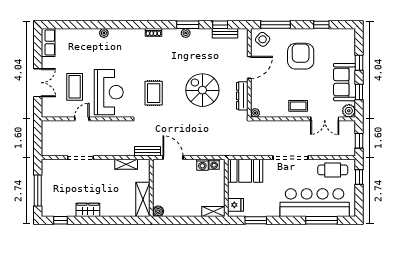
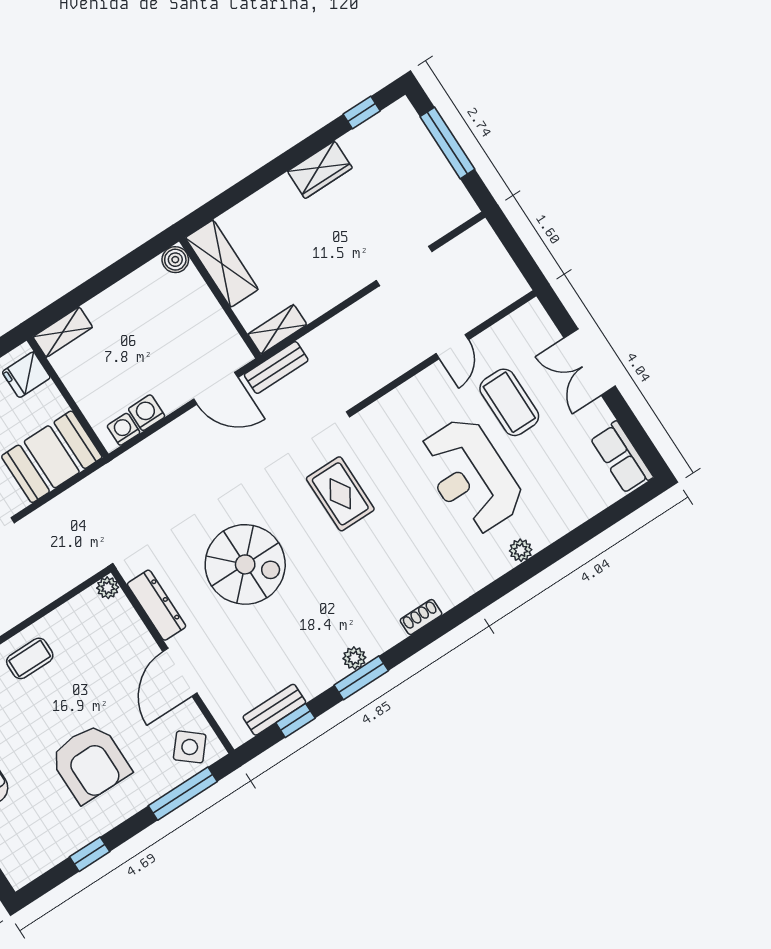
reception desk: (109, 92) -> (470, 476), moved
shelving: (126, 164) -> (277, 329), moved

